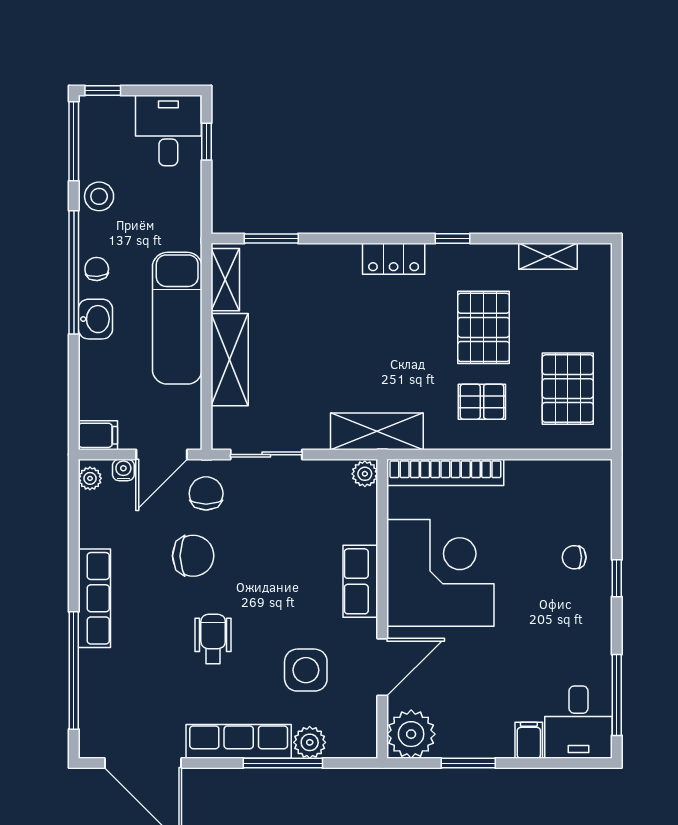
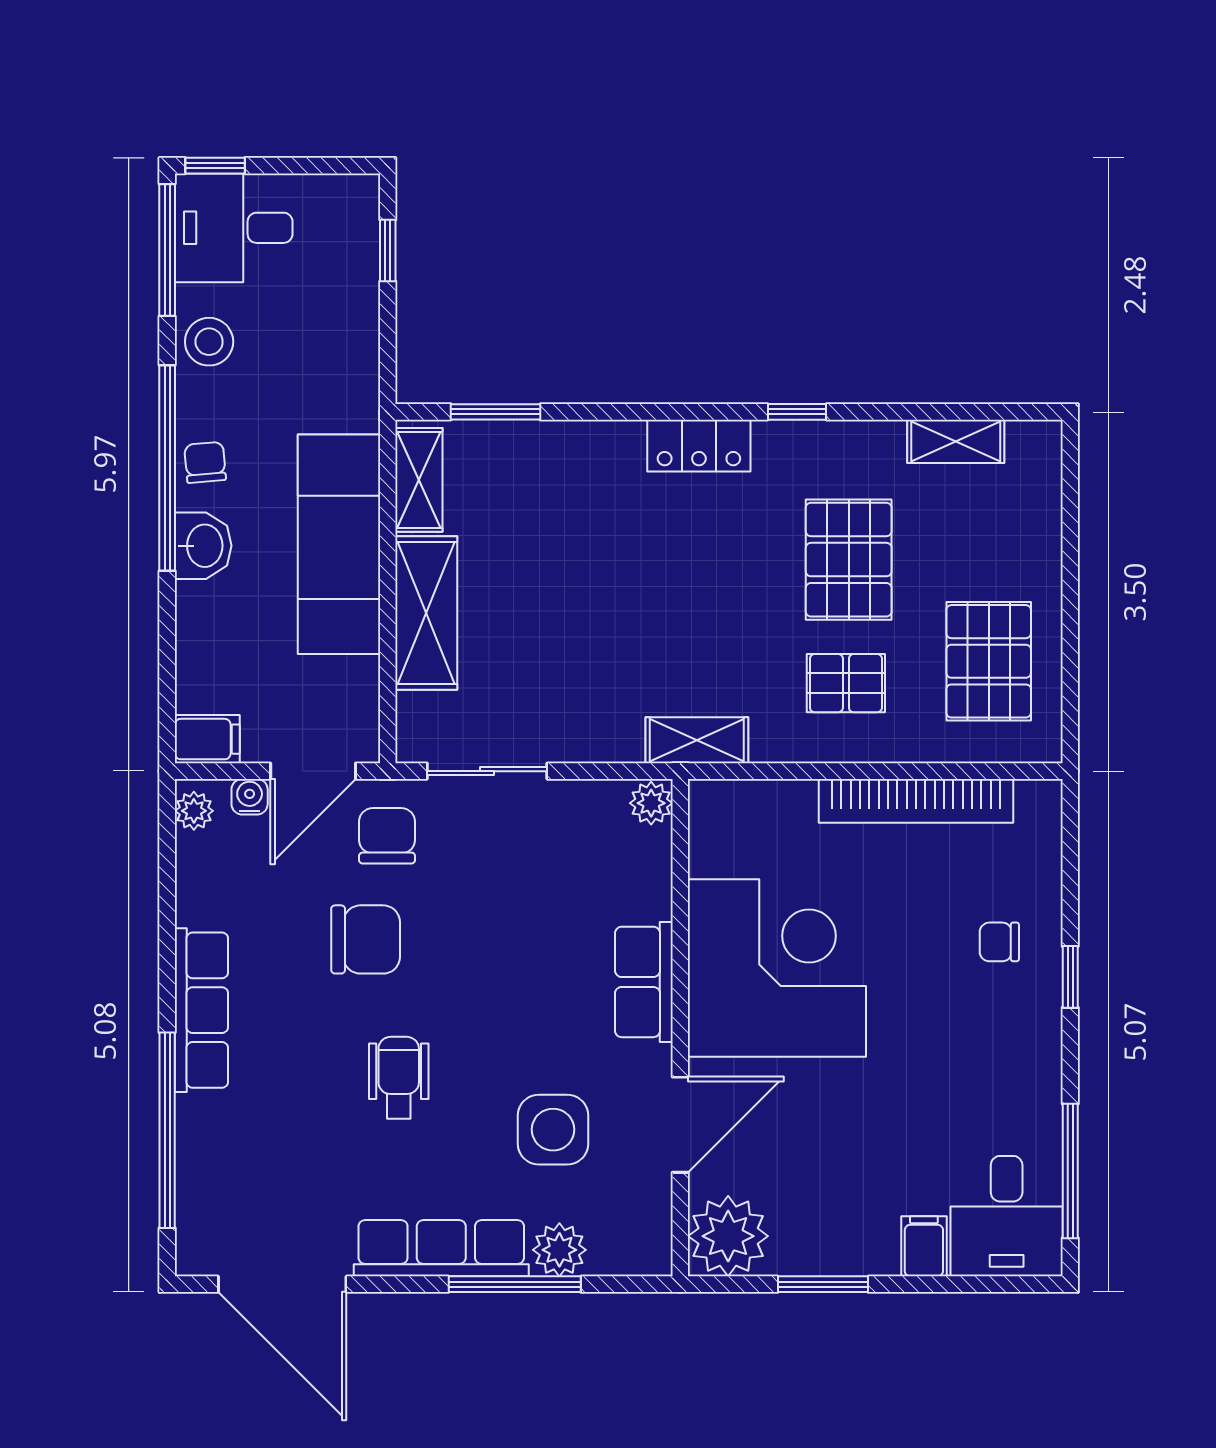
desk: (168, 130) -> (234, 228), moved, turned -90
shelving: (377, 431) -> (697, 740), width x0.67, depth x0.75
bookcase: (445, 472) -> (916, 801), moved

